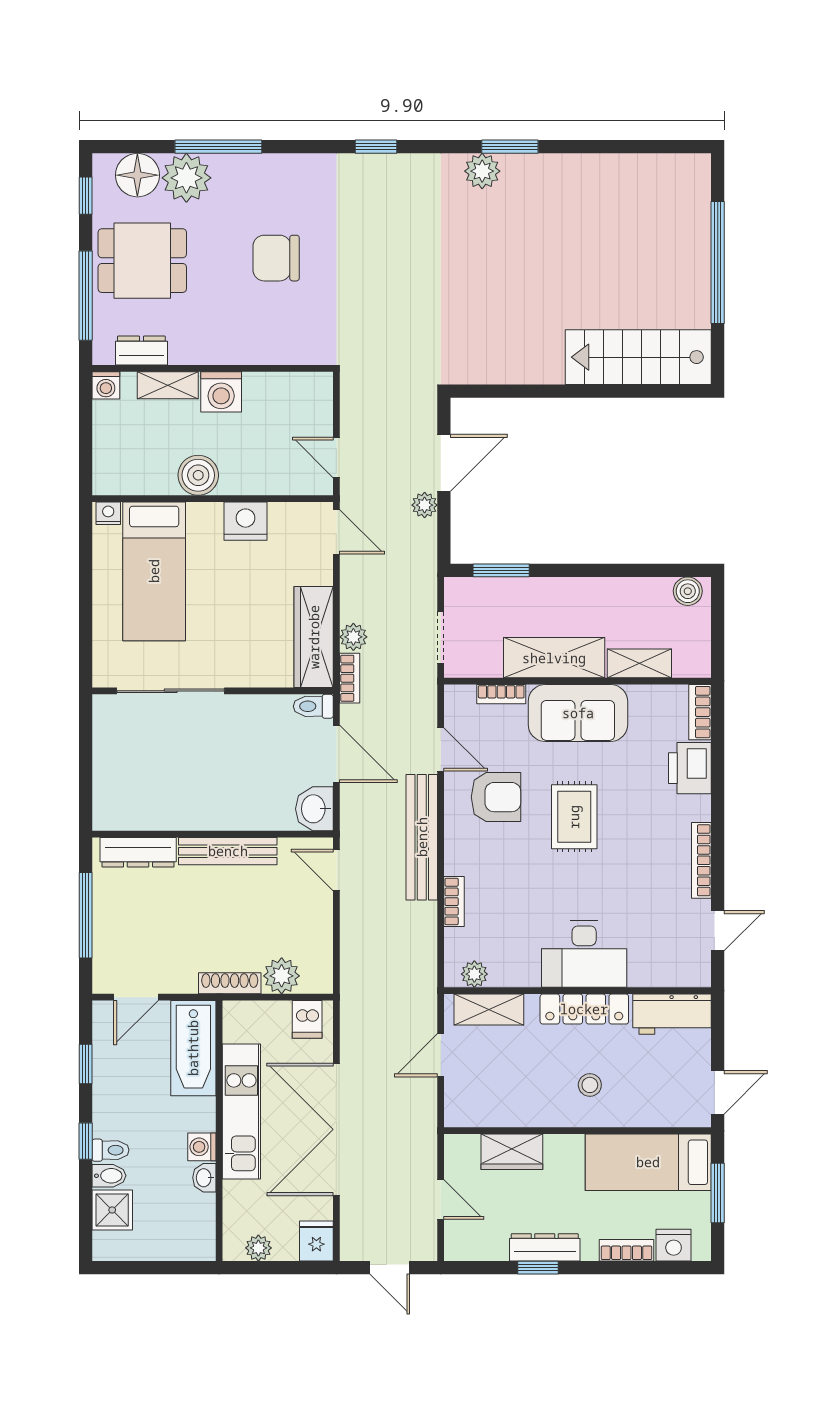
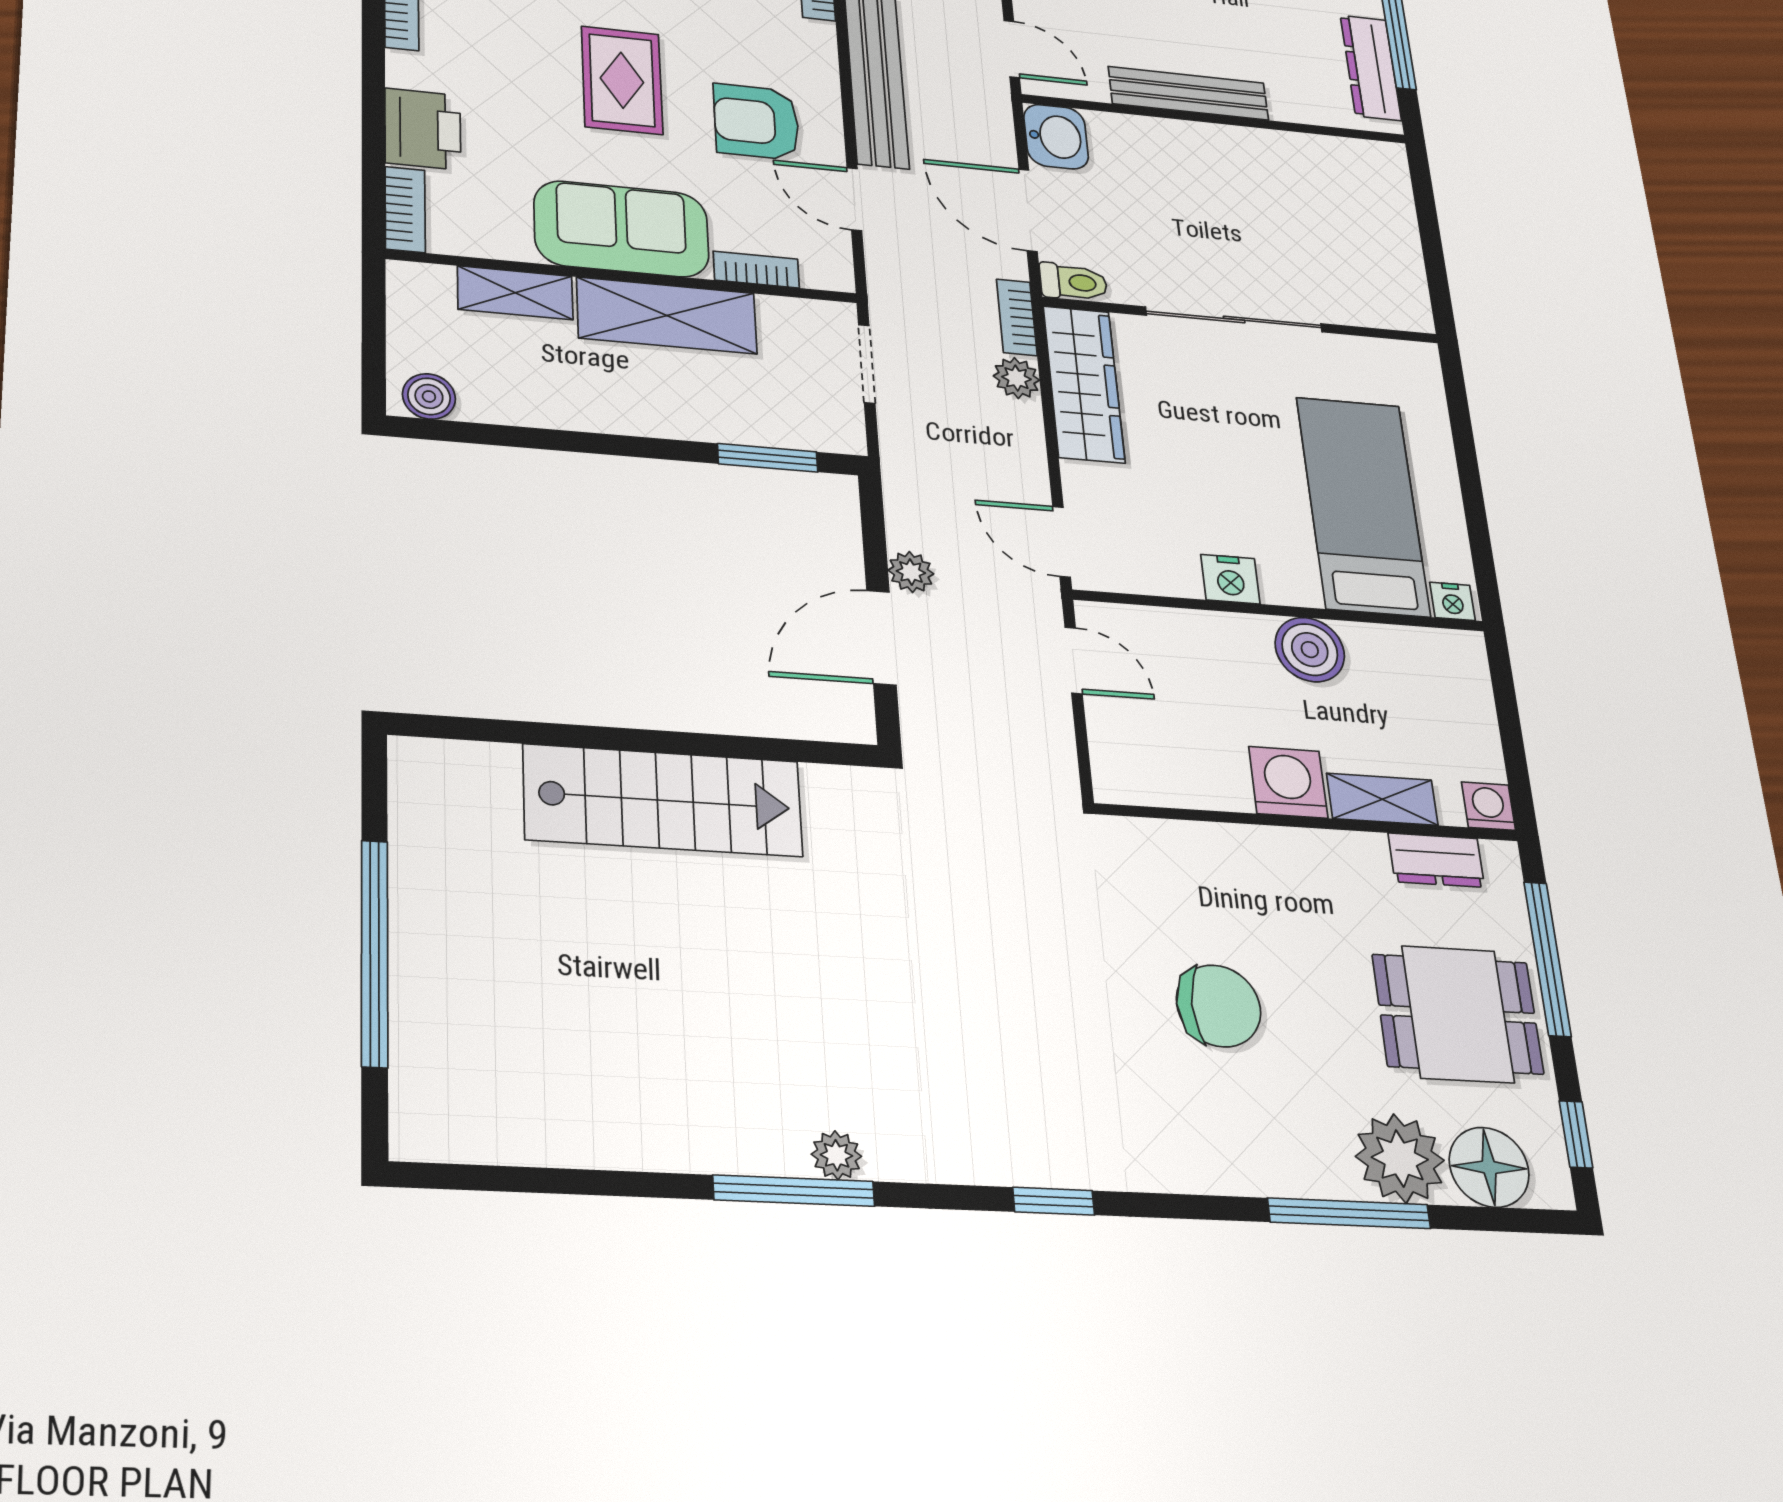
window: (510, 147) -> (794, 1191), width x1.44
plant: (482, 171) -> (836, 1155), width x0.73, depth x0.73
stairs: (638, 357) -> (663, 800), moved
nightstand: (245, 521) -> (1230, 579), width x0.74, depth x0.75
sliding door: (171, 691) -> (1234, 319), moved
dresser: (138, 852) -> (1371, 68), moved, turned -90

